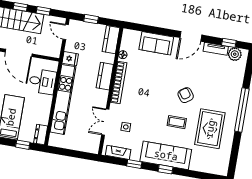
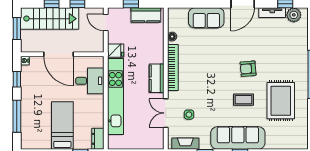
kitchen counter: (111, 40) -> (146, 15), moved, turned -90
kitchen counter: (105, 76) -> (157, 78), moved
armchair: (186, 95) -> (248, 69), turned -60

